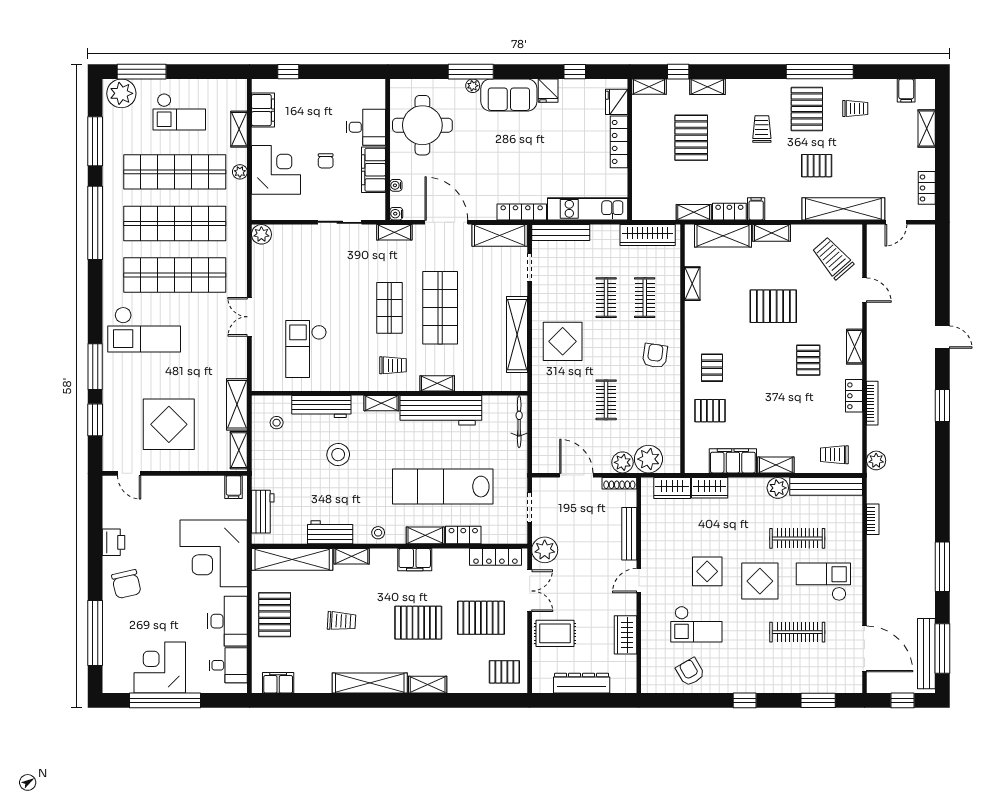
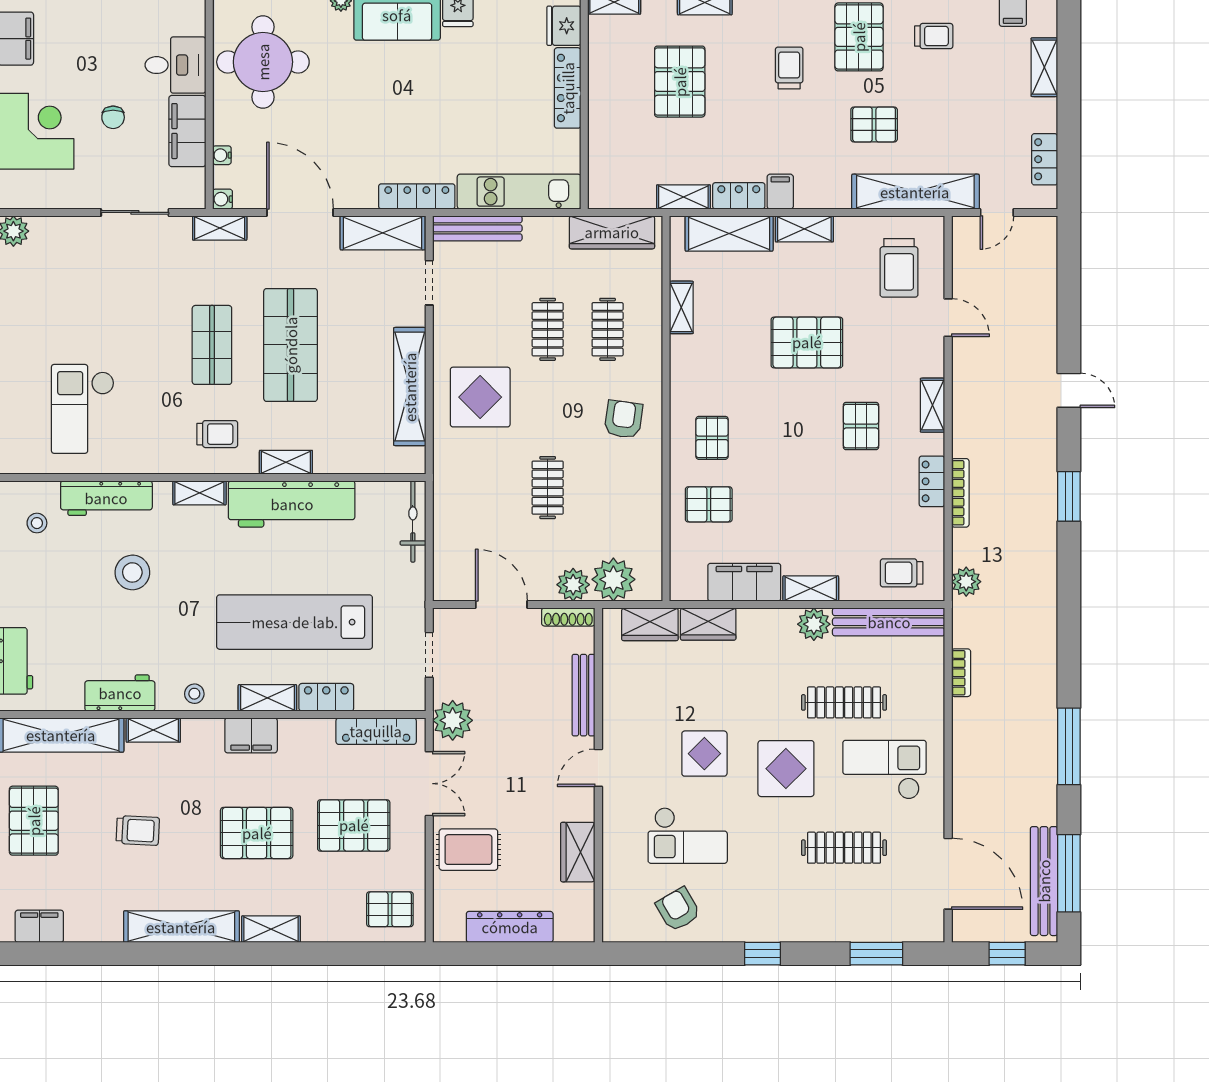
trolley: (833, 258) -> (899, 268), turned -139

